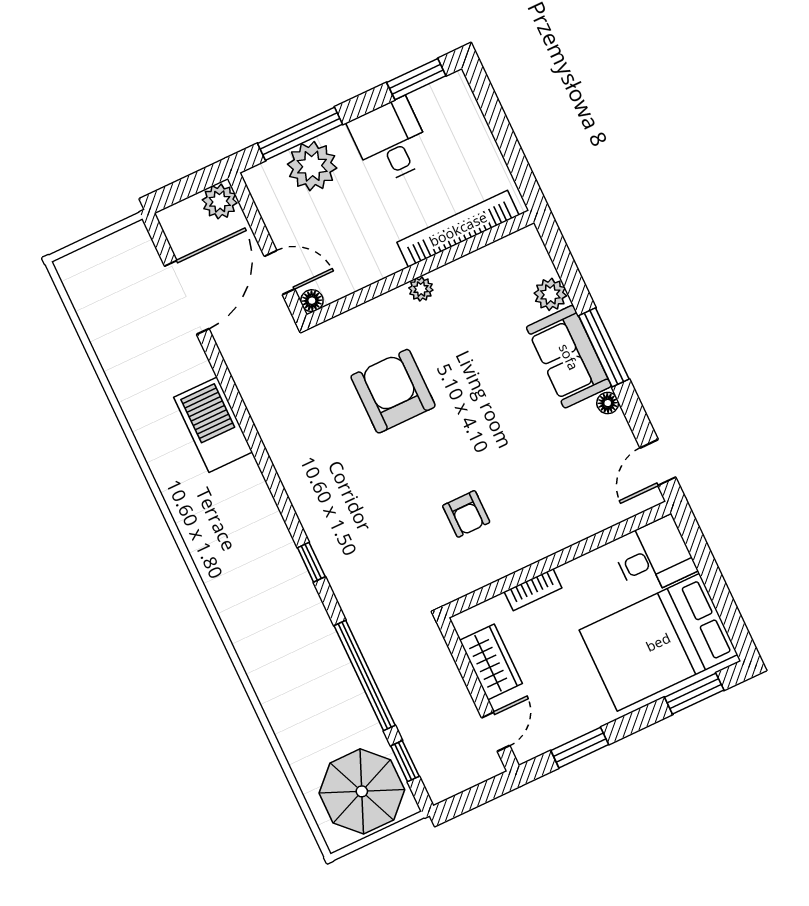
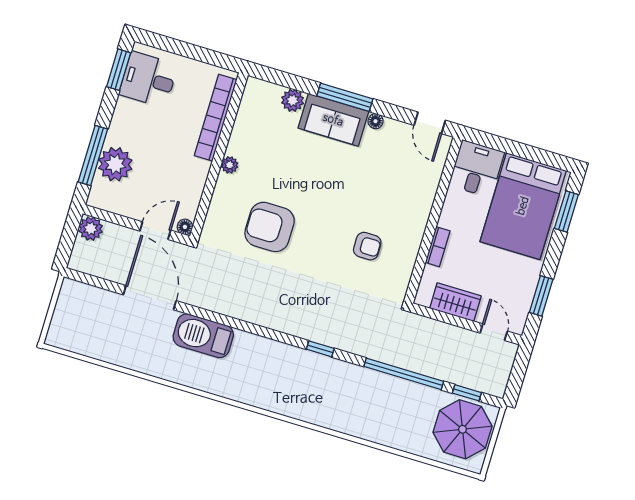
desk: (390, 141) -> (148, 80), moved
door: (187, 297) -> (150, 298), moved

